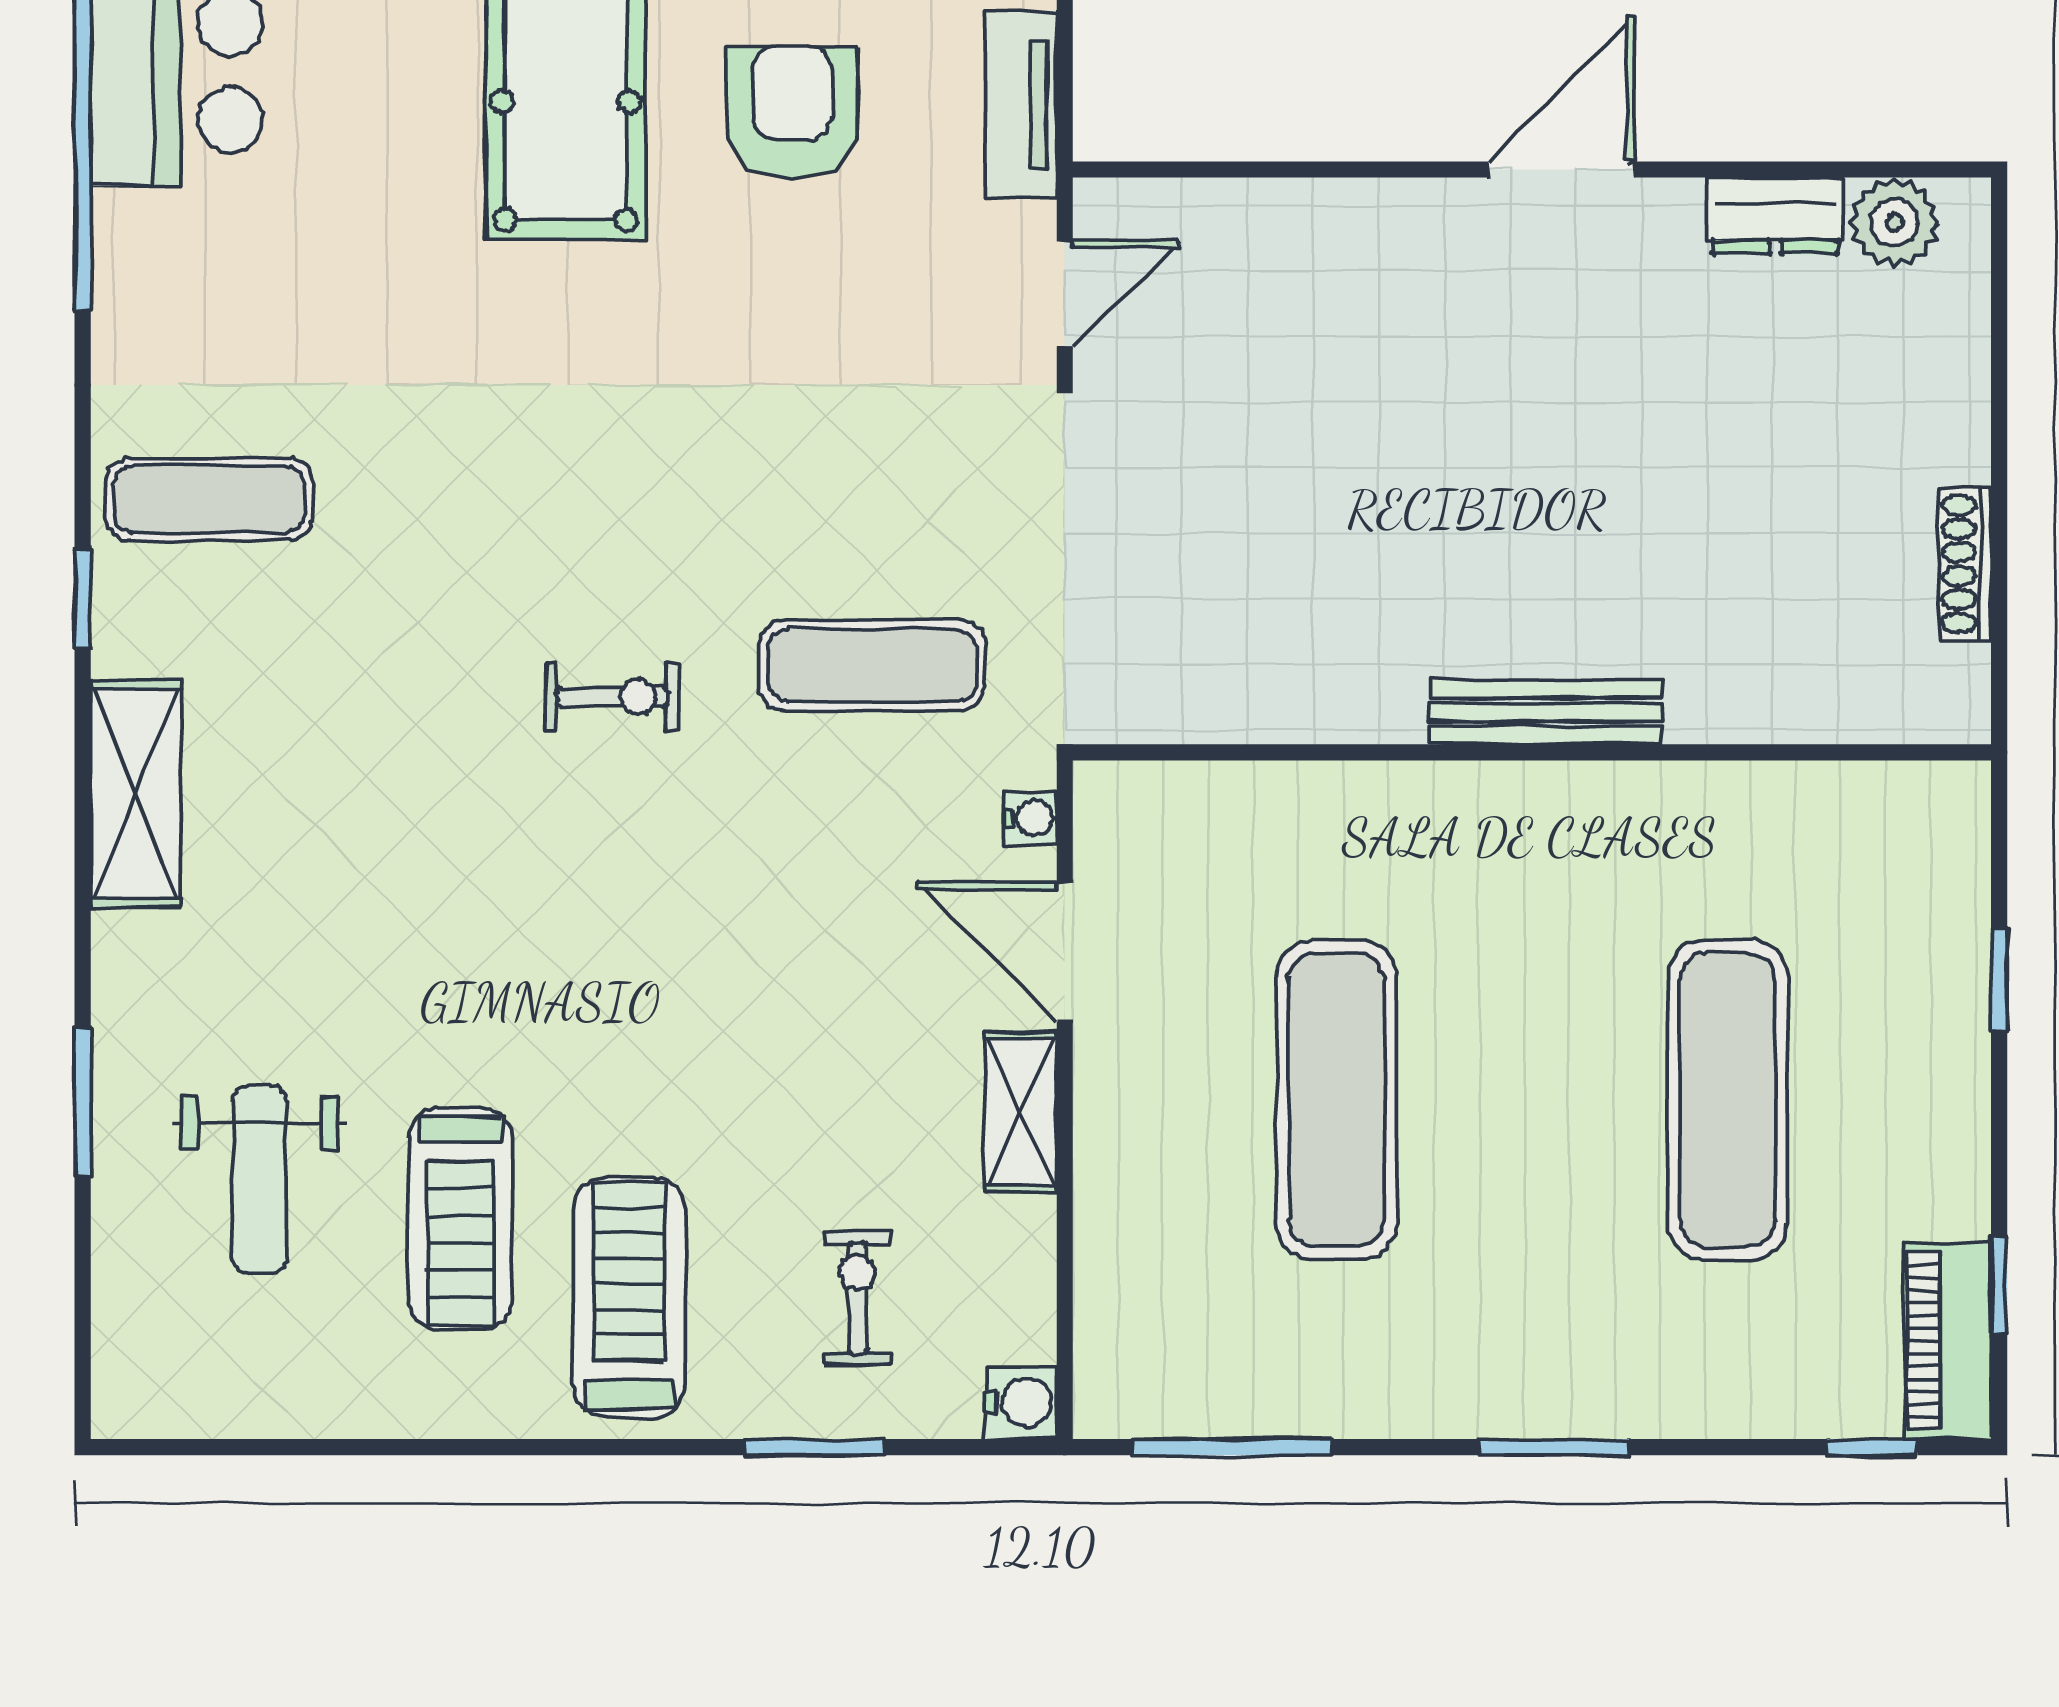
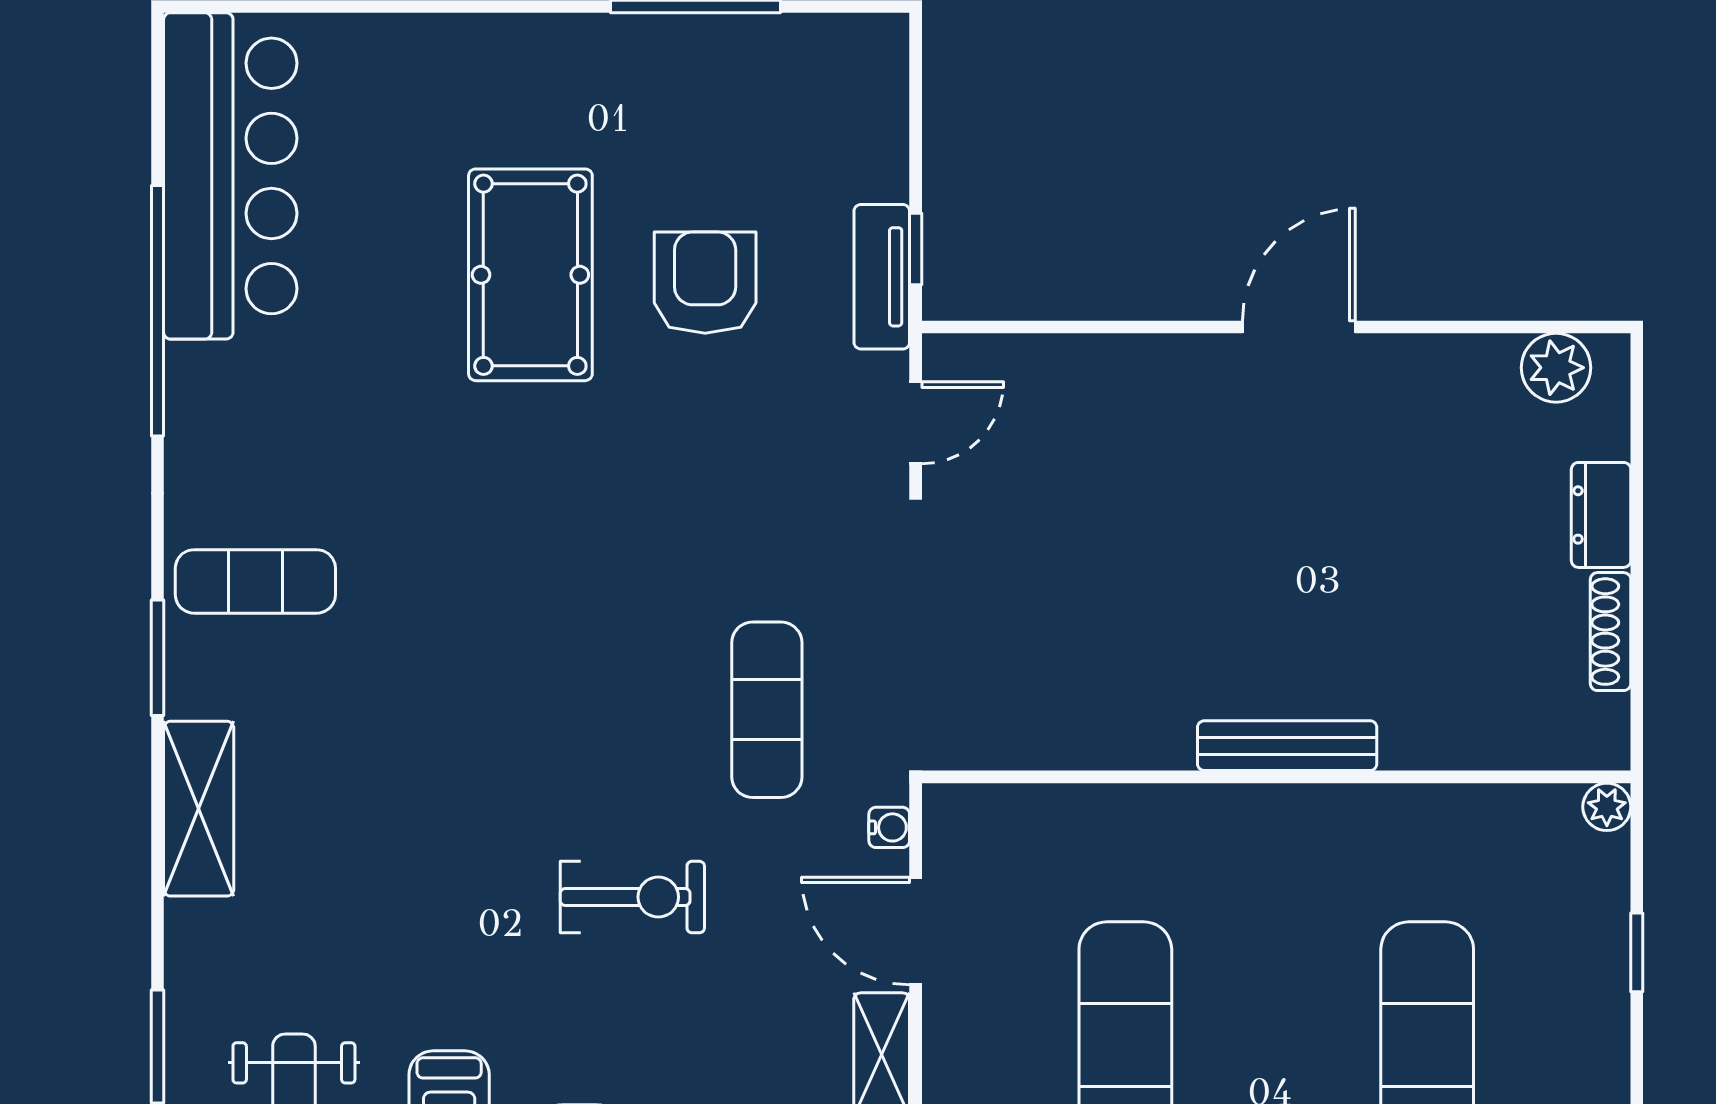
window: (1065, 68) -> (916, 249), added
dresser: (1775, 216) -> (1601, 515), moved, turned 90
window: (83, 598) -> (158, 658), width x1.50
exercise mat: (872, 665) -> (767, 710), turned 90
exercise bike: (612, 697) -> (632, 897), moved, width x1.38, depth x1.39
plant: (1960, 791) -> (1607, 807), added

